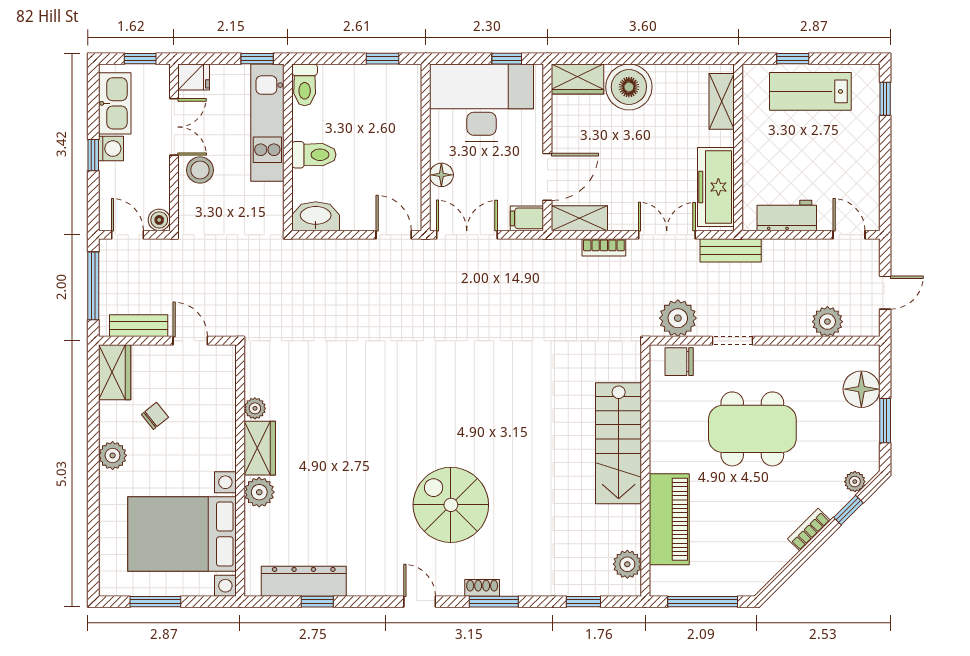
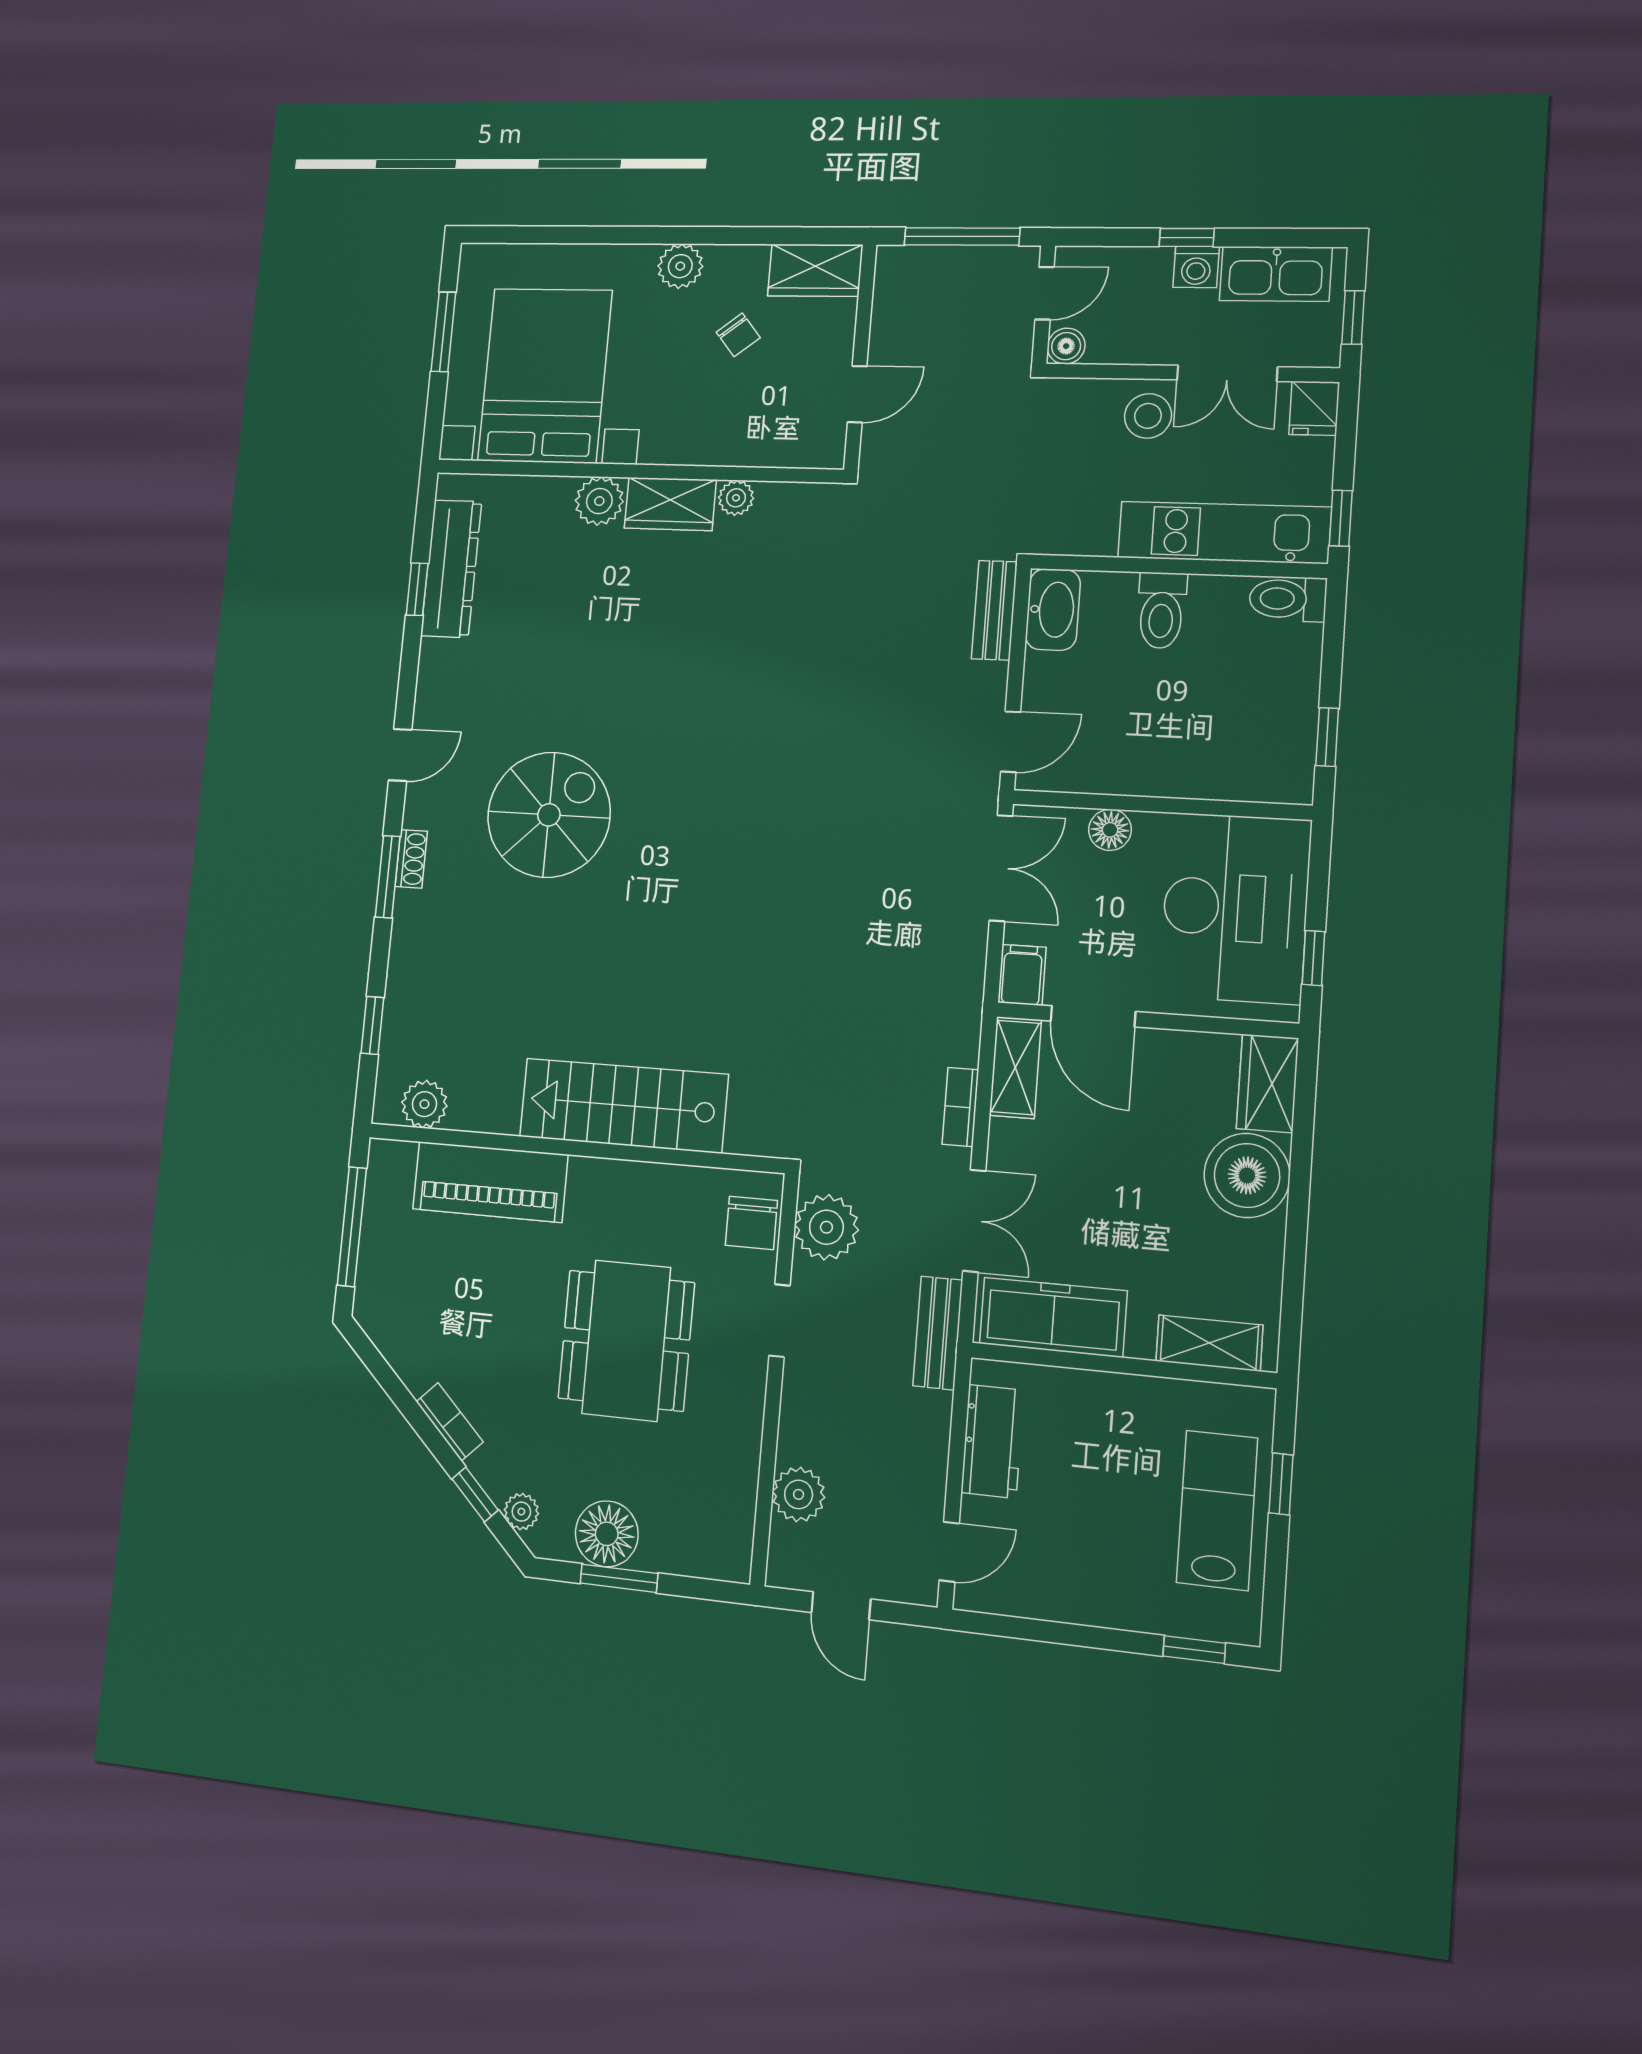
bench: (139, 326) -> (994, 610), moved
chair: (679, 362) -> (751, 1223), turned 180
floor lamp: (861, 389) -> (607, 1534), moved

